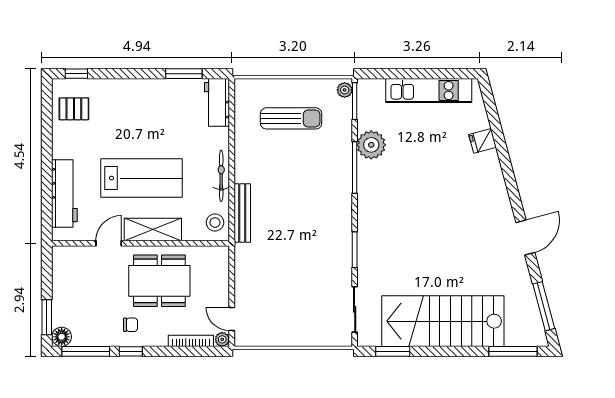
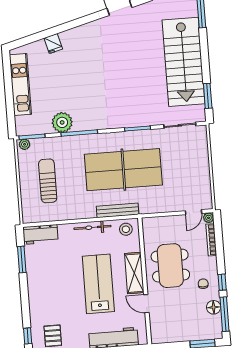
table tennis table: (299, 225) -> (123, 170), added
floor lamp: (62, 337) -> (214, 307), moved

